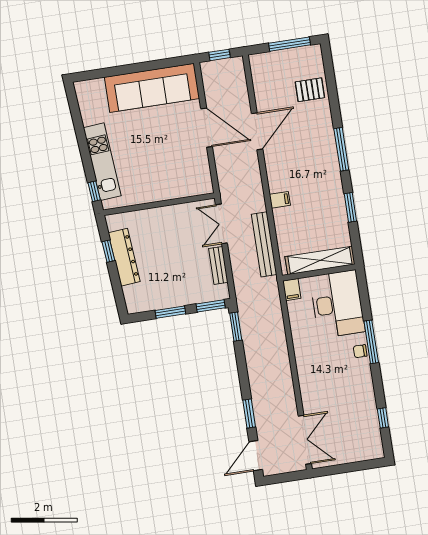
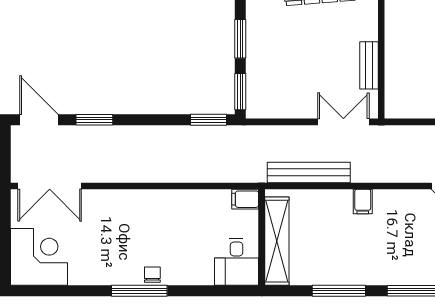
window: (350, 207) -> (339, 291), width x1.44
bench: (218, 265) -> (369, 65), moved, turned 90
desk: (337, 304) -> (236, 262), width x0.53, depth x0.77
window: (371, 342) -> (139, 291), moved
window: (383, 418) -> (62, 291), removed
corner desk: (360, 439) -> (39, 257), added

